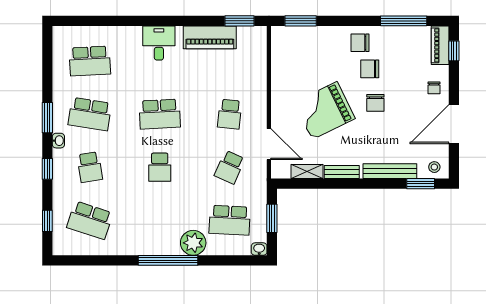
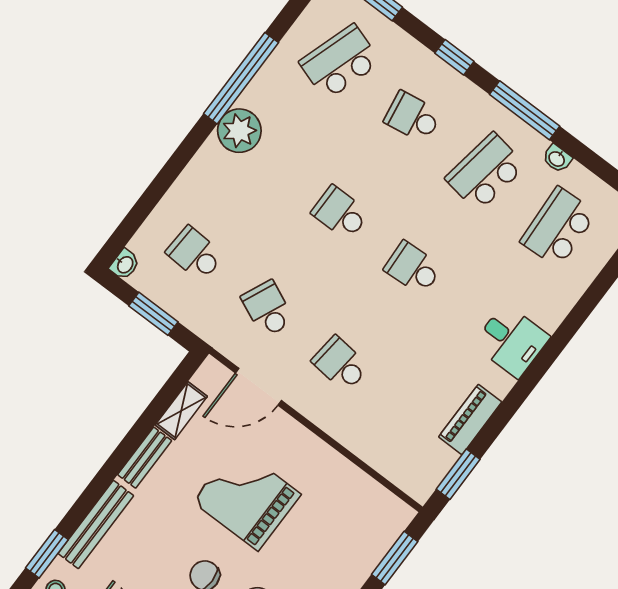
piano: (210, 37) -> (470, 419), width x0.73, depth x0.75
grand piano: (325, 111) -> (247, 498), turned -64
school desk: (160, 114) -> (413, 268), width x0.54
window: (47, 118) -> (525, 110), width x1.44
washbasin: (58, 141) -> (557, 159), moved
school desk: (230, 220) -> (195, 254), width x0.54
plant: (193, 243) -> (239, 131), moved
window: (168, 260) -> (241, 78), moved

